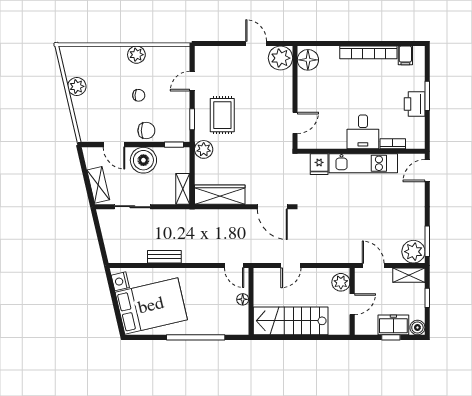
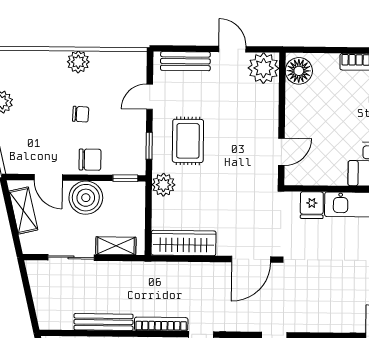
bench: (220, 53) -> (185, 61), added
shelving: (98, 185) -> (23, 211), moved
shelving: (183, 189) -> (116, 246), moved, turned 90
door: (272, 207) -> (251, 259), hinge flipped
bench: (164, 257) -> (103, 322), width x1.36
bookcase: (203, 258) -> (161, 324), added

